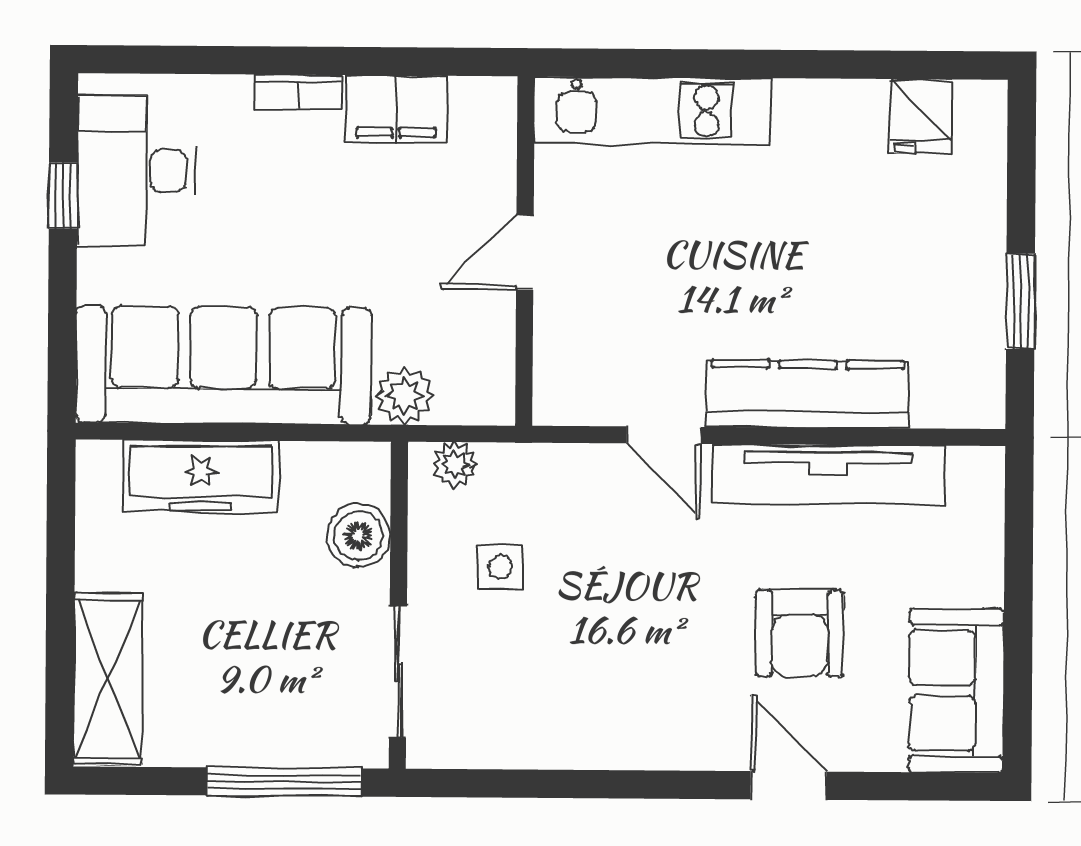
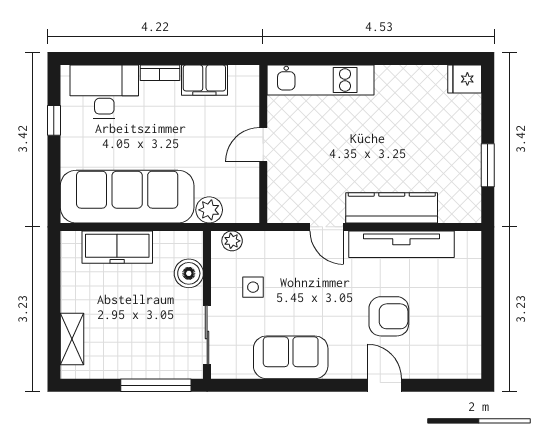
fridge: (921, 116) -> (465, 79), moved, turned 90
desk: (137, 171) -> (104, 92), moved, turned 90
armchair: (800, 634) -> (389, 316), turned -90
shelving: (108, 679) -> (72, 339), width x0.67, depth x0.75
sofa: (956, 691) -> (291, 357), moved, turned 90

